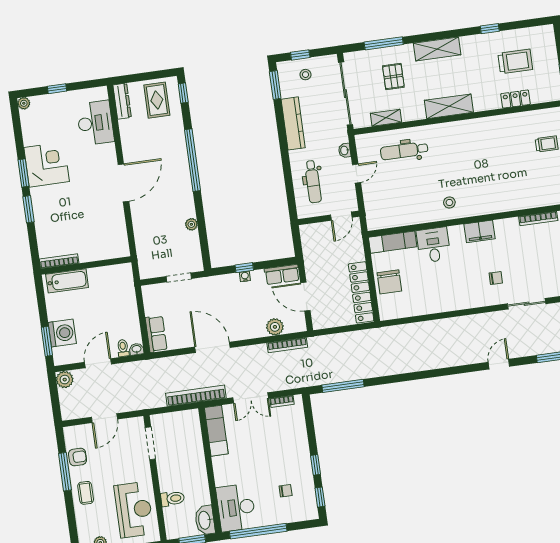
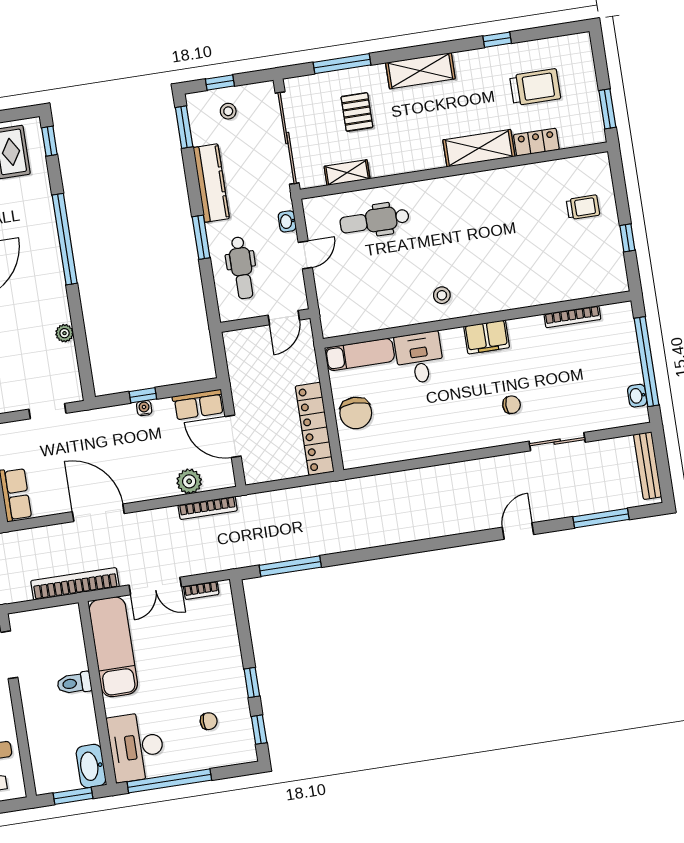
shelving: (449, 106) -> (479, 148), moved
window: (286, 160) -> (201, 237), added
exam couch: (216, 431) -> (113, 647), width x1.36, depth x1.45
toilet: (173, 499) -> (74, 683), moved, turned 180

